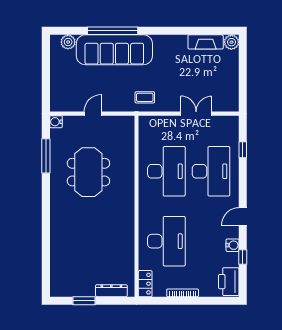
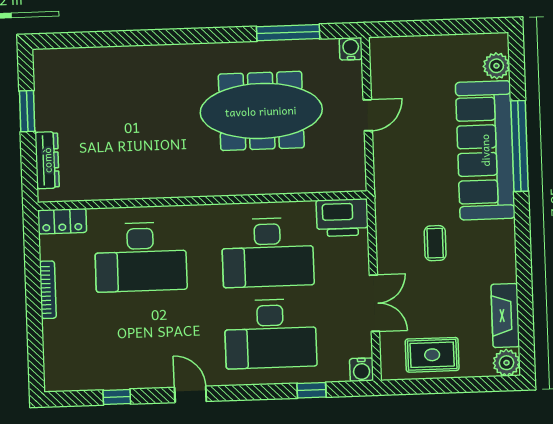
rug: (226, 83) -> (432, 355), added
coffee table: (145, 97) -> (435, 243), moved
door: (93, 114) -> (368, 115), hinge flipped
meeting table: (88, 172) -> (261, 111), width x1.36
water cooler: (233, 245) -> (362, 370), moved
printer: (229, 282) -> (342, 218), moved, turned 180

